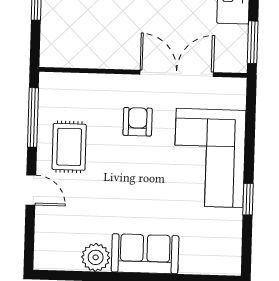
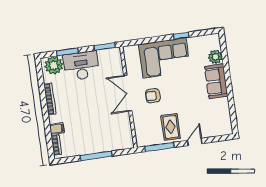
double door: (177, 73) -> (128, 93), moved
rug: (69, 147) -> (171, 127), turned 90
plant: (96, 257) -> (215, 57), moved

